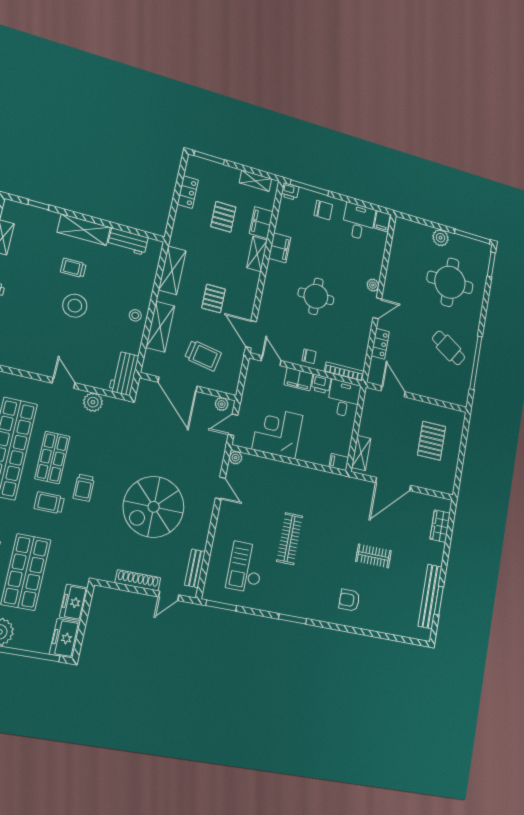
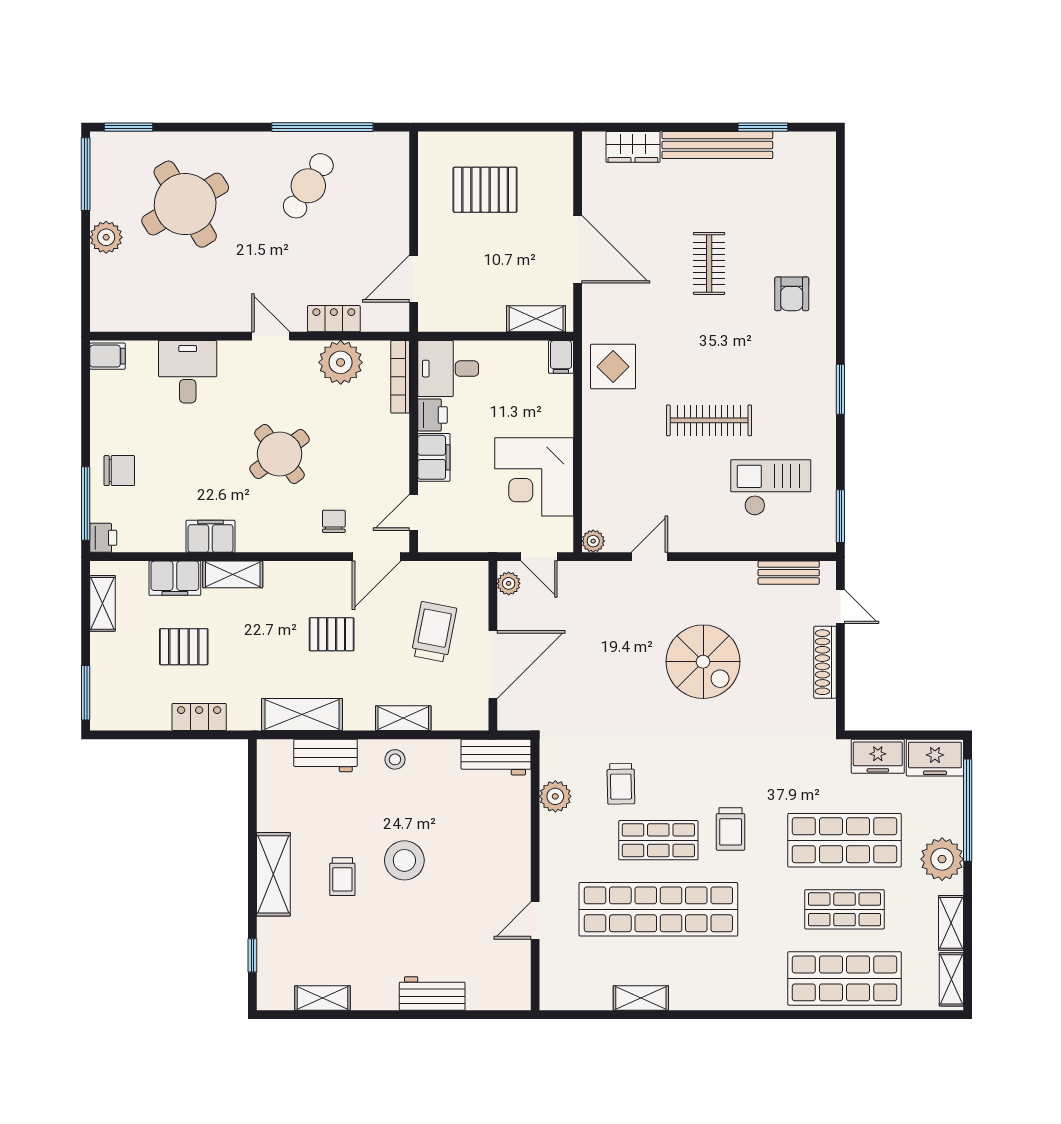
locker: (188, 192) -> (199, 717), moved
chair: (323, 210) -> (119, 471), turned 90
desk: (359, 222) -> (188, 372), moved, turned 90
workbench: (128, 241) -> (326, 755), moved, turned 90
round table: (450, 282) -> (185, 204), turned -31
plant: (373, 285) -> (341, 362), moved, width x1.88, depth x1.88
round table: (316, 296) -> (280, 454), turned -37
shelving: (160, 327) -> (403, 718), width x0.67, depth x0.75
chair: (309, 356) -> (334, 521), moved
door: (64, 383) -> (535, 920), moved
trolley: (84, 488) -> (621, 784), moved, turned 89
display table: (329, 490) -> (613, 367), added
spiral stairs: (154, 507) -> (703, 662), width x0.73, depth x0.73
checkout: (246, 567) -> (771, 488), turned 180
bench: (430, 596) -> (717, 145), moved

